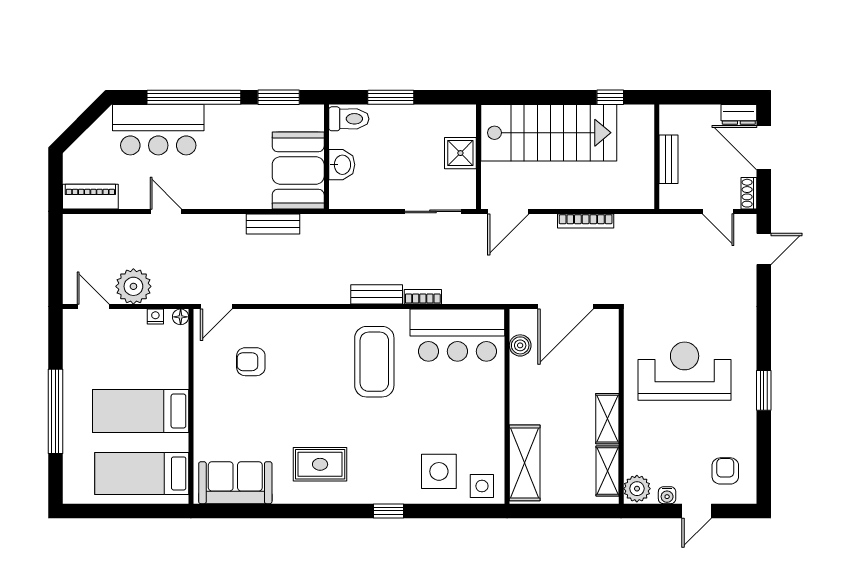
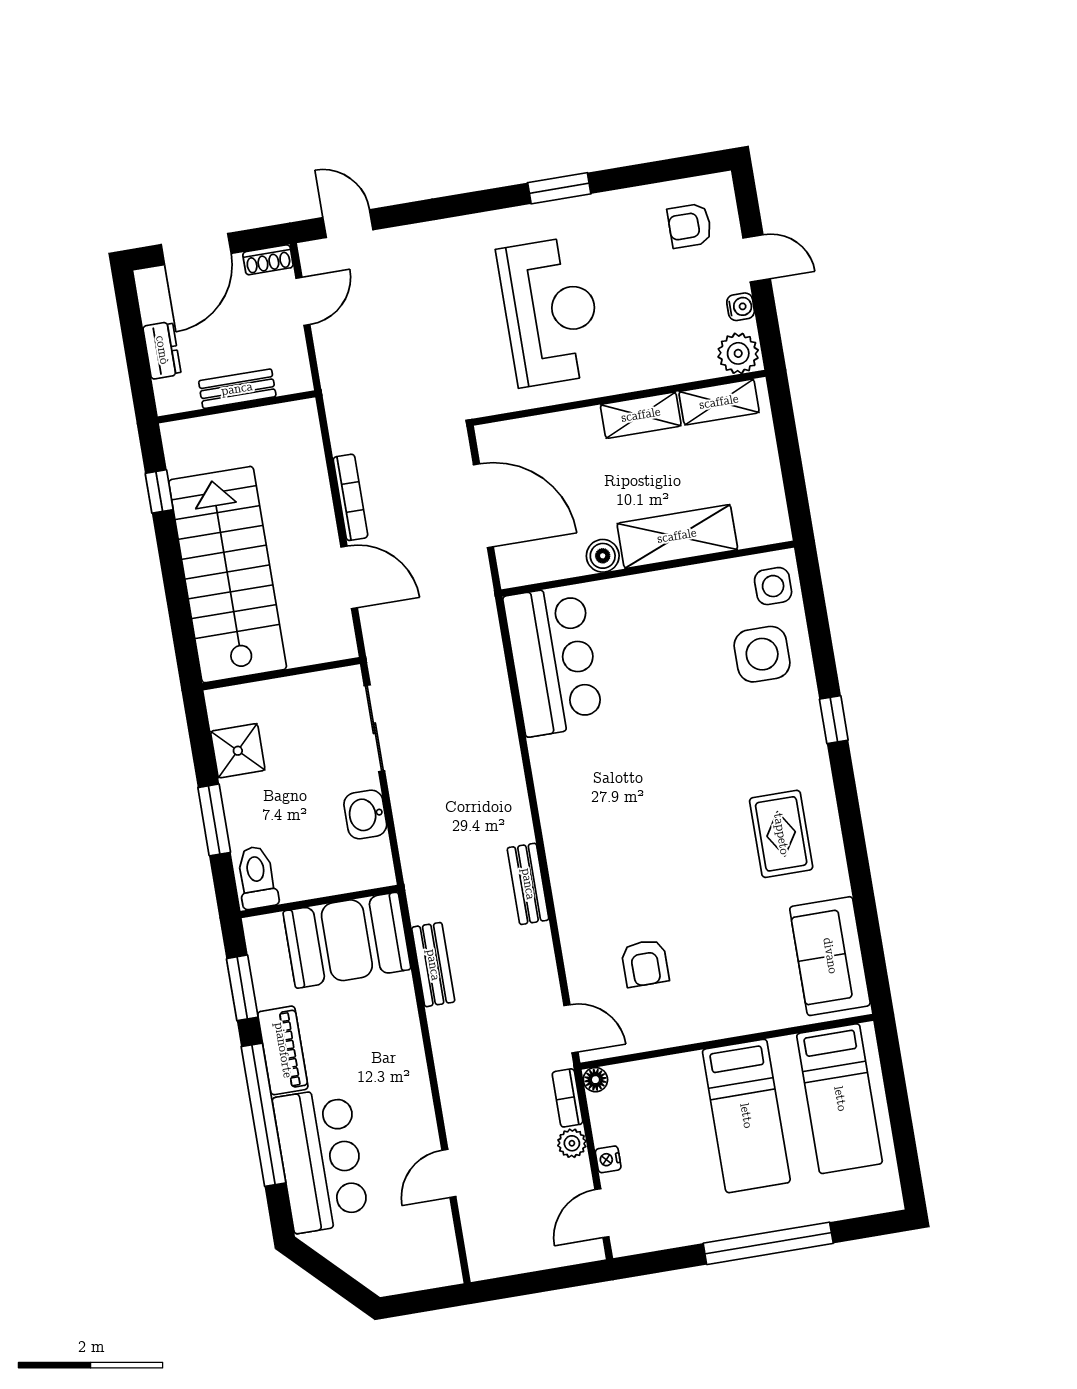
dresser: (739, 114) -> (162, 350), moved
shower: (460, 153) -> (238, 751), moved
washbasin: (342, 165) -> (365, 814), moved, turned -90
piano: (90, 197) -> (283, 1050), moved, turned 180
door: (166, 211) -> (449, 1173), moved
door: (508, 211) -> (349, 577), moved
plant: (133, 286) -> (572, 1143), width x0.53, depth x0.53
bench: (377, 294) -> (528, 884), moved
bookcase: (423, 297) -> (567, 1098), moved
nightstand: (155, 316) -> (608, 1159), moved
boiler: (520, 345) -> (603, 556), moved
coffee table: (374, 362) -> (614, 778), removed
reception desk: (685, 371) -> (550, 312), turned 180
shelving: (525, 463) -> (677, 536), moved

